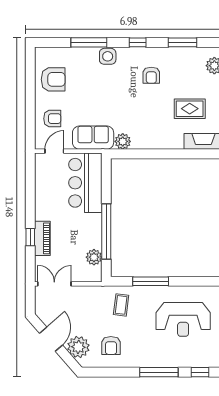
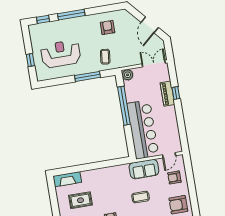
coffee table: (104, 99) -> (141, 197), added
plant: (123, 141) -> (123, 170), removed
bar counter: (85, 183) -> (143, 130), width x1.36
plant: (94, 257) -> (128, 75), moved
double door: (54, 284) -> (154, 64), swing flipped
plant: (78, 347) -> (130, 23), removed

